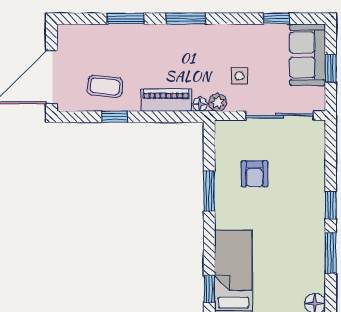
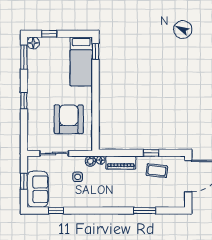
window: (186, 19) -> (109, 211), removed
sliding door: (279, 116) -> (54, 153), width x0.73
armchair: (255, 174) -> (69, 119), width x1.88, depth x1.88
window: (209, 191) -> (95, 109), removed
window: (331, 253) -> (24, 57), moved

